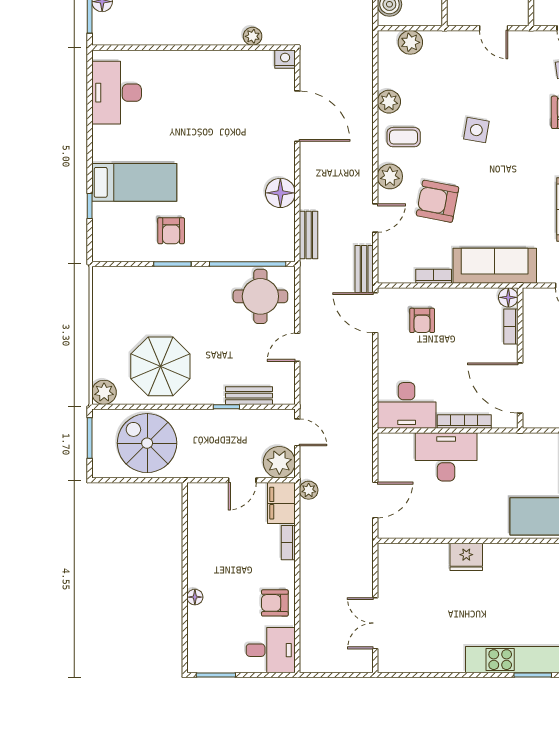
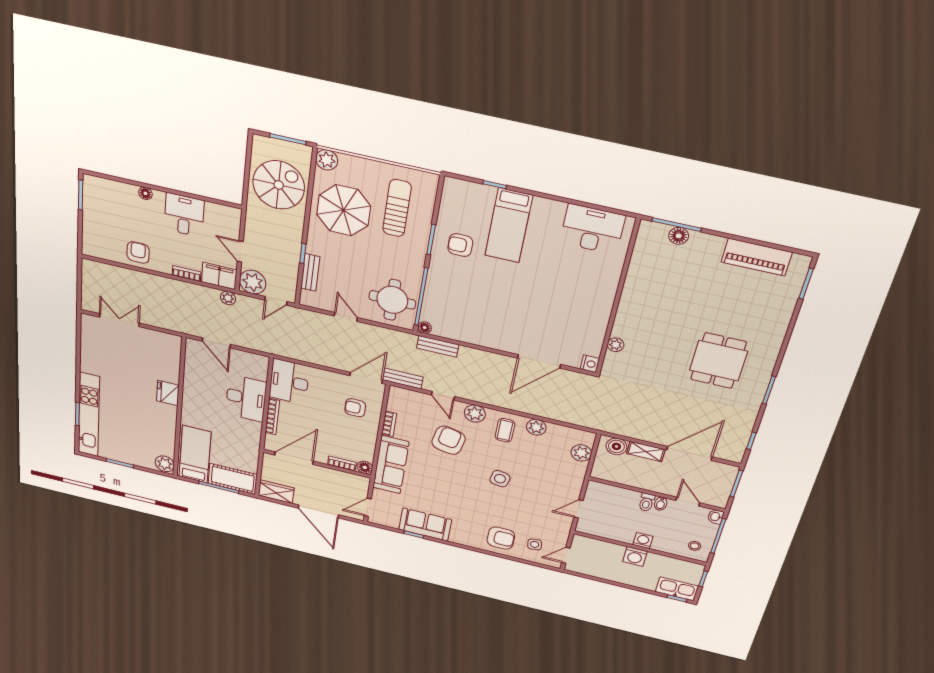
floor lamp: (280, 193) -> (425, 328), moved, width x0.53, depth x0.53
sun lounger: (143, 307) -> (397, 208), added
desk: (271, 650) -> (184, 215), moved, turned 180

